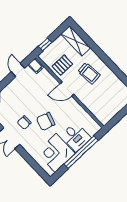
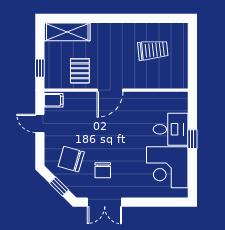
trolley: (89, 73) -> (153, 50), moved
chair: (46, 121) -> (71, 159), moved, turned 88
window: (81, 152) -> (192, 139), width x0.32

